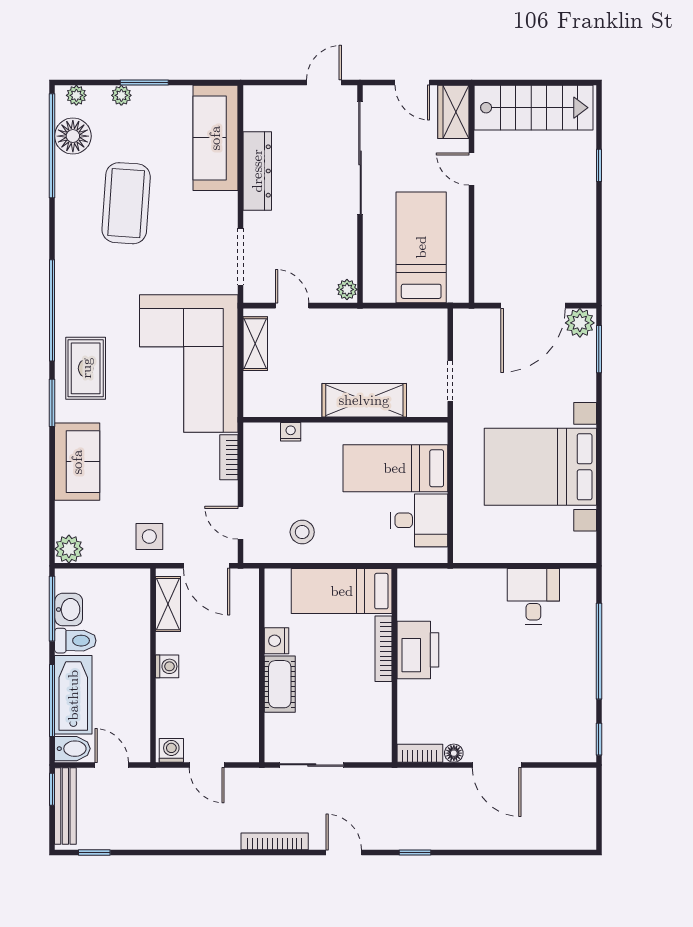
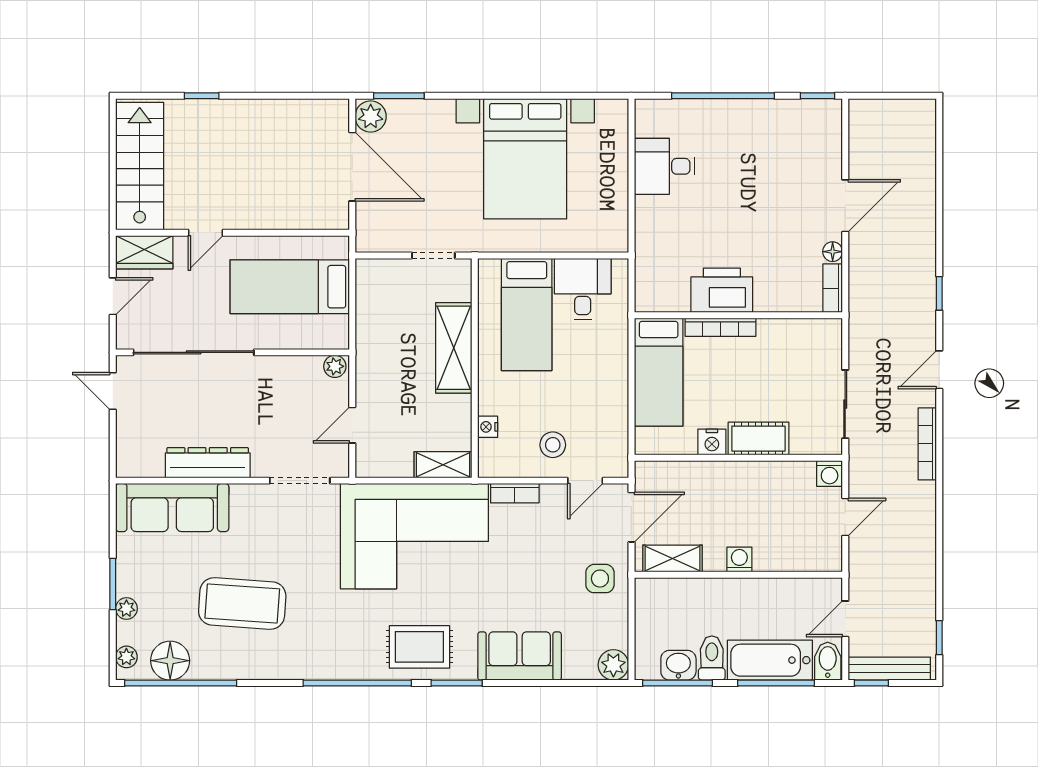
shelving: (255, 344) -> (443, 465), moved
stool: (302, 532) -> (553, 445), moved
washing machine: (171, 750) -> (830, 474), moved, turned -90

